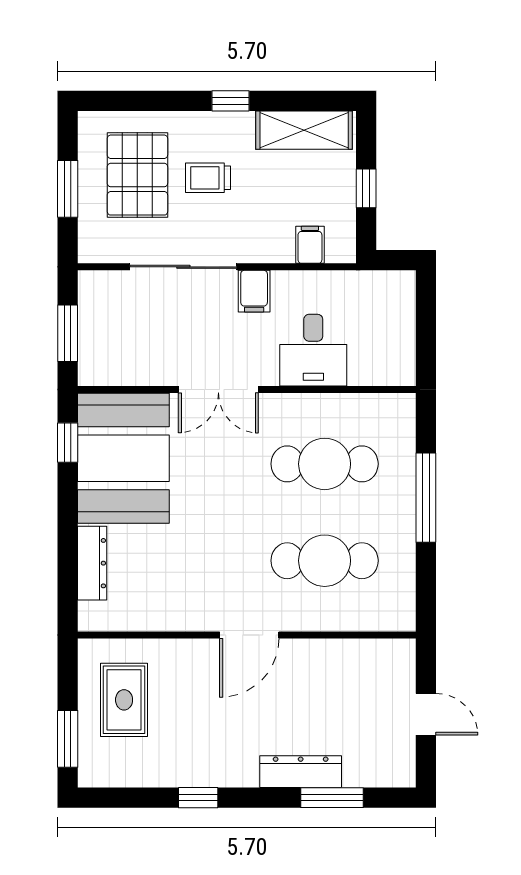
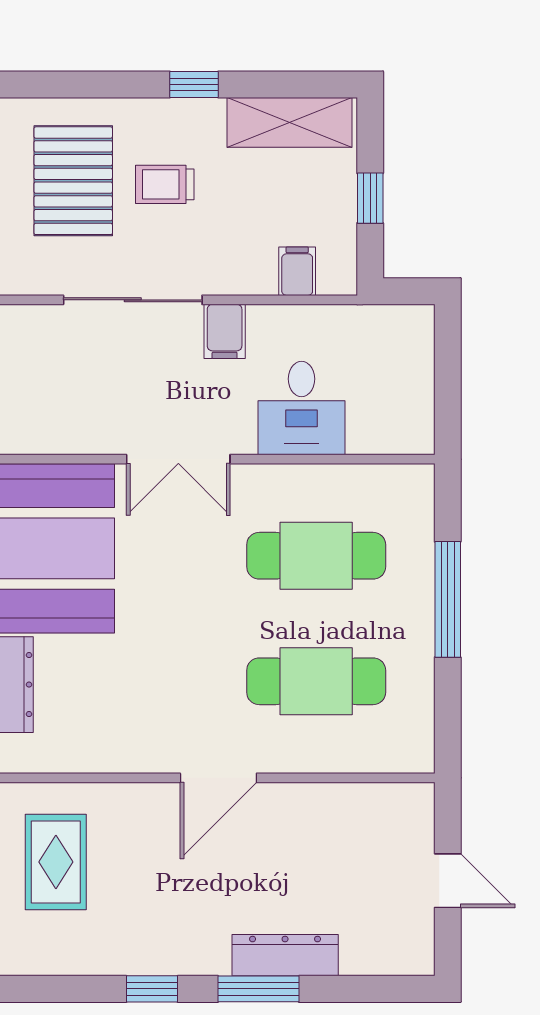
window: (332, 798) -> (258, 989), moved

